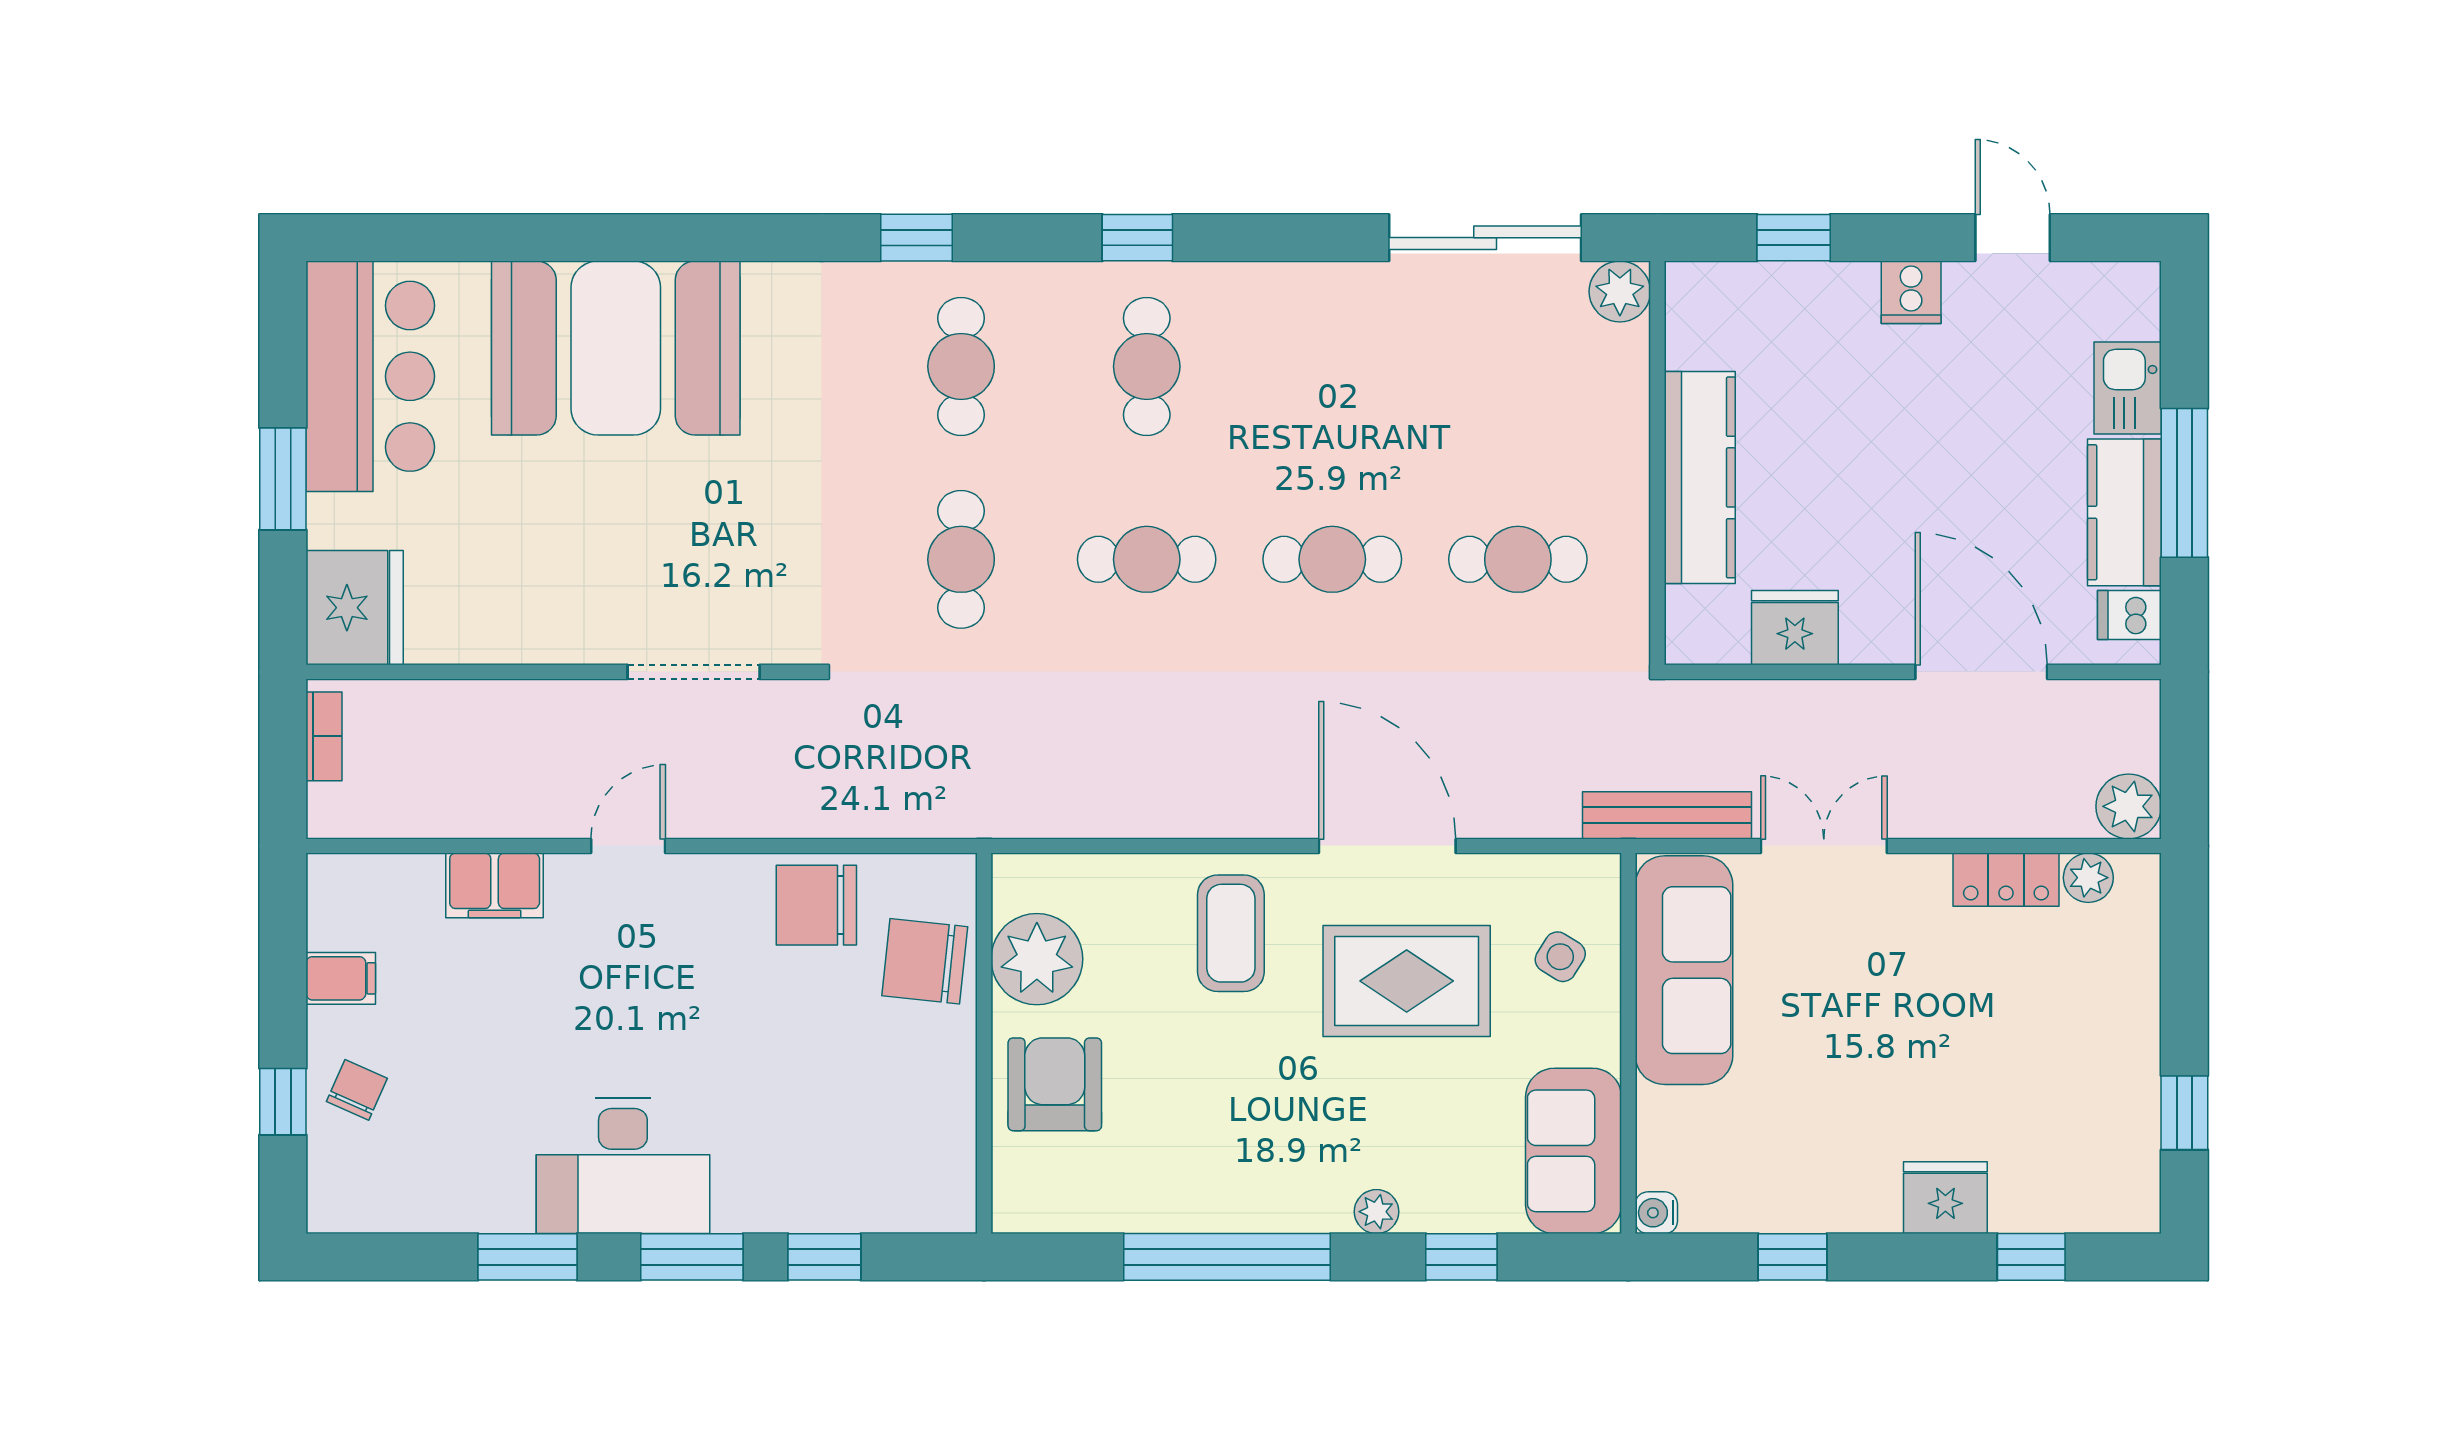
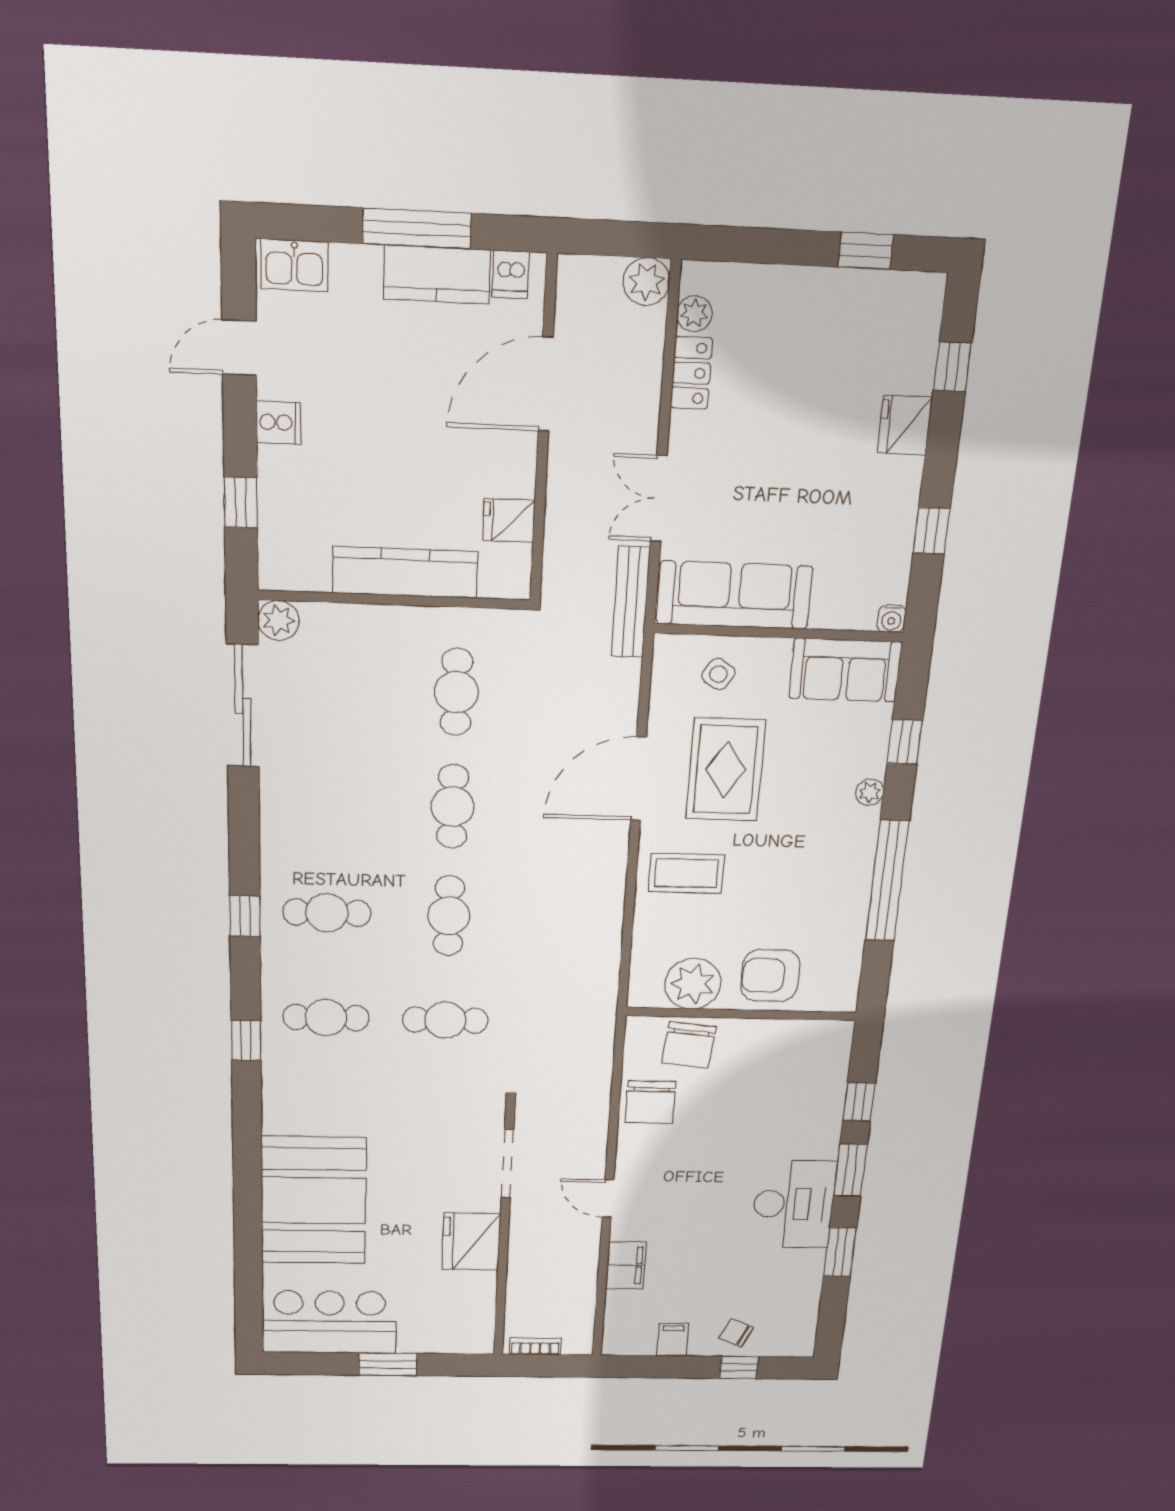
kitchen sink: (2128, 388) -> (294, 265), moved
fridge: (355, 608) -> (471, 1241), moved, turned -90
fridge: (1795, 628) -> (509, 521), width x0.72

